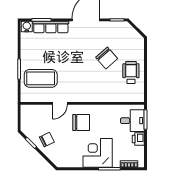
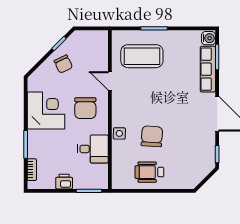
chair: (107, 58) -> (152, 136), moved, turned 135
wheelchair: (131, 73) -> (149, 172), turned 180
coffee table: (41, 78) -> (142, 56), turned 90
side table: (101, 96) -> (119, 133), added
desk: (132, 121) -> (93, 149), moved, turned -90
corner desk: (98, 153) -> (46, 110), moved

